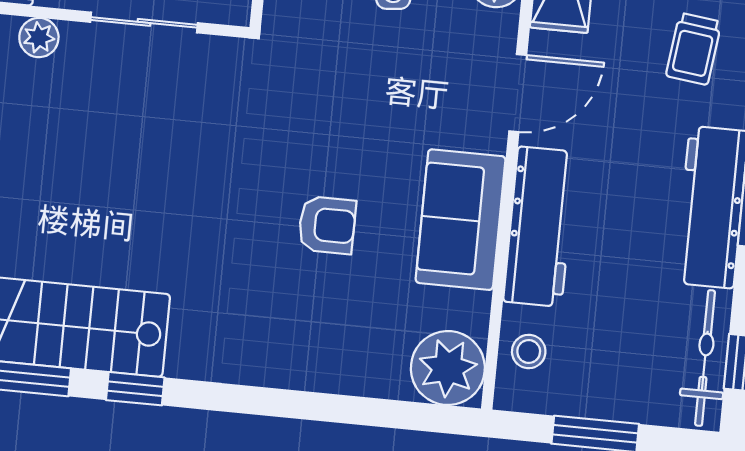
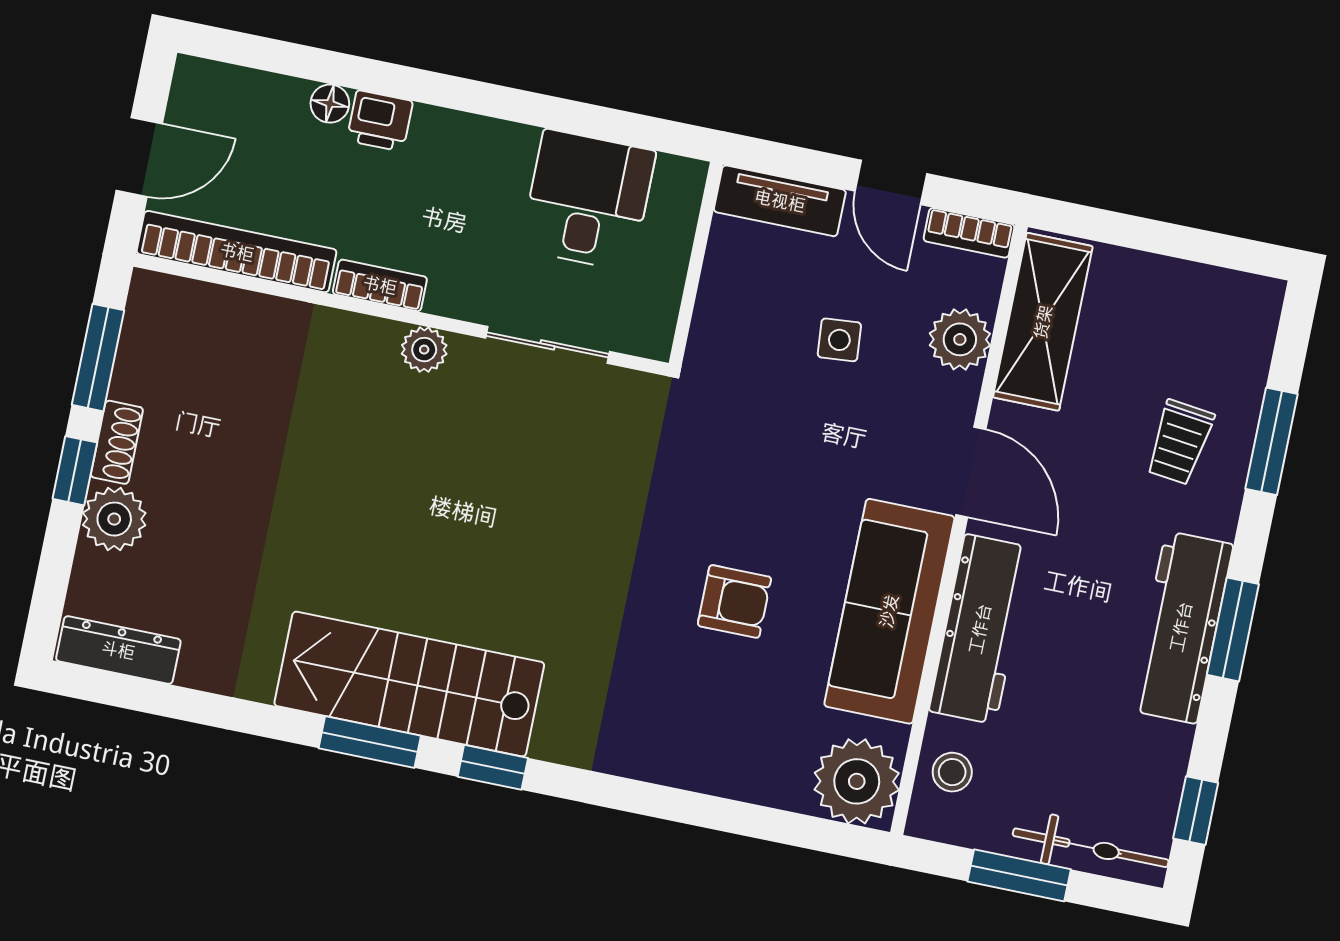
door: (518, 93) -> (971, 472), hinge flipped
sofa: (461, 220) -> (889, 611), width x1.36
bicycle: (705, 358) -> (1091, 848), moved, turned 90

